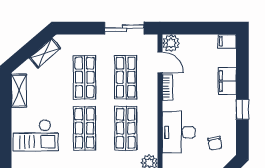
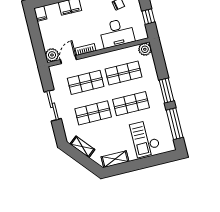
sliding door: (124, 28) -> (53, 105), moved
checkout: (36, 135) -> (145, 138), turned 180

